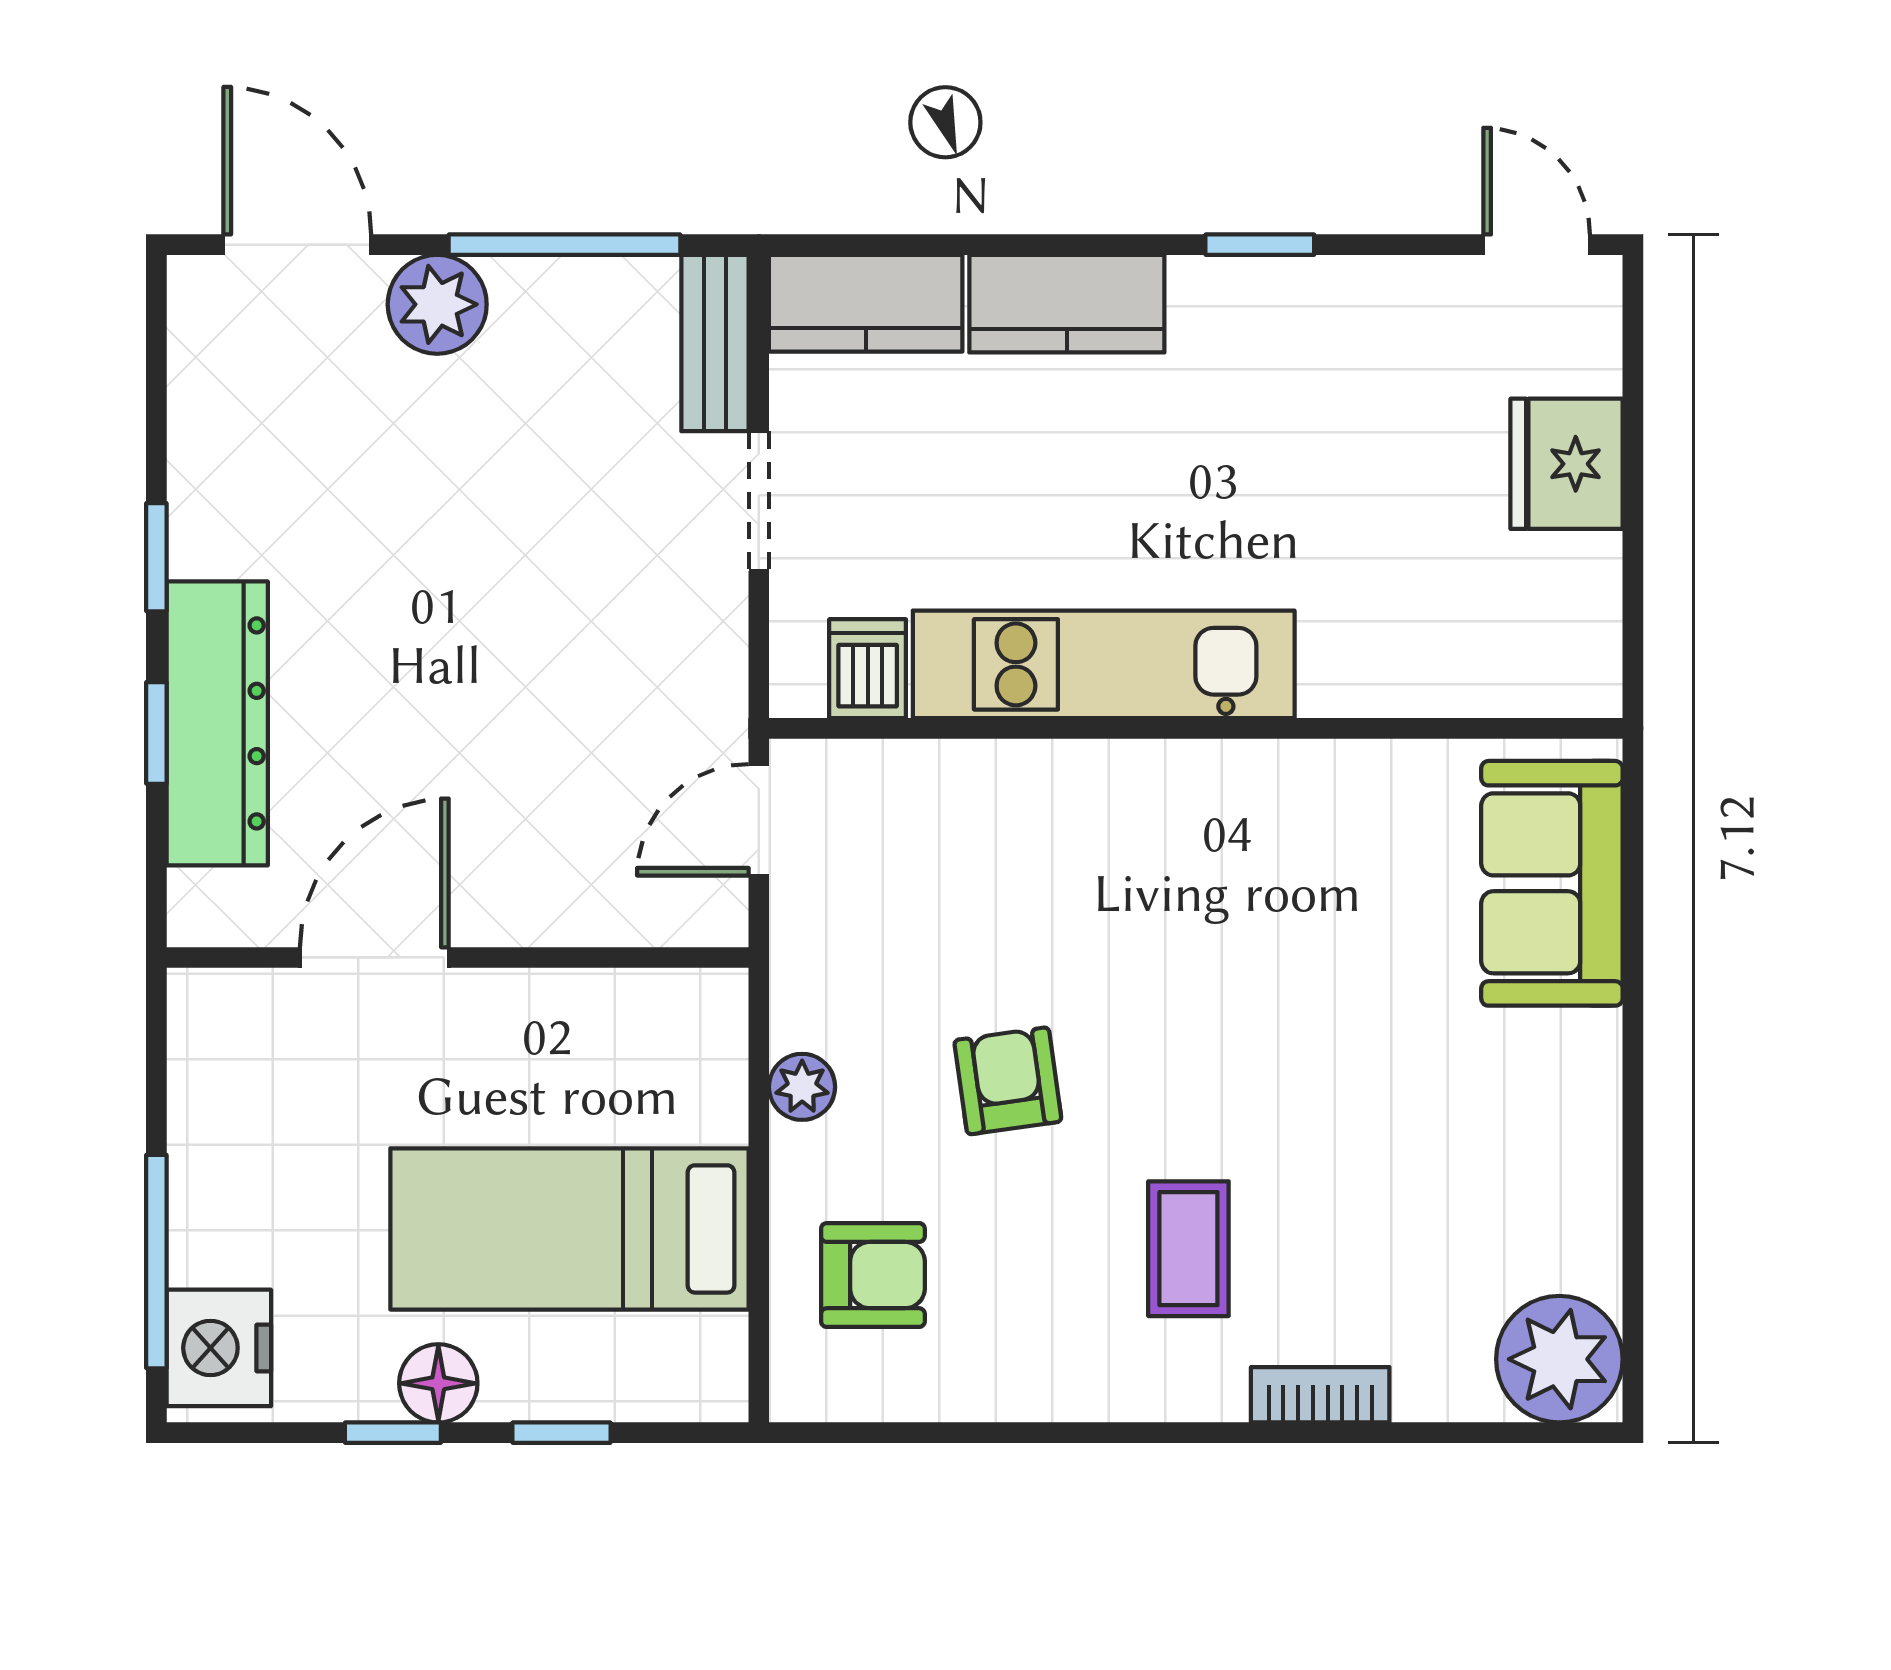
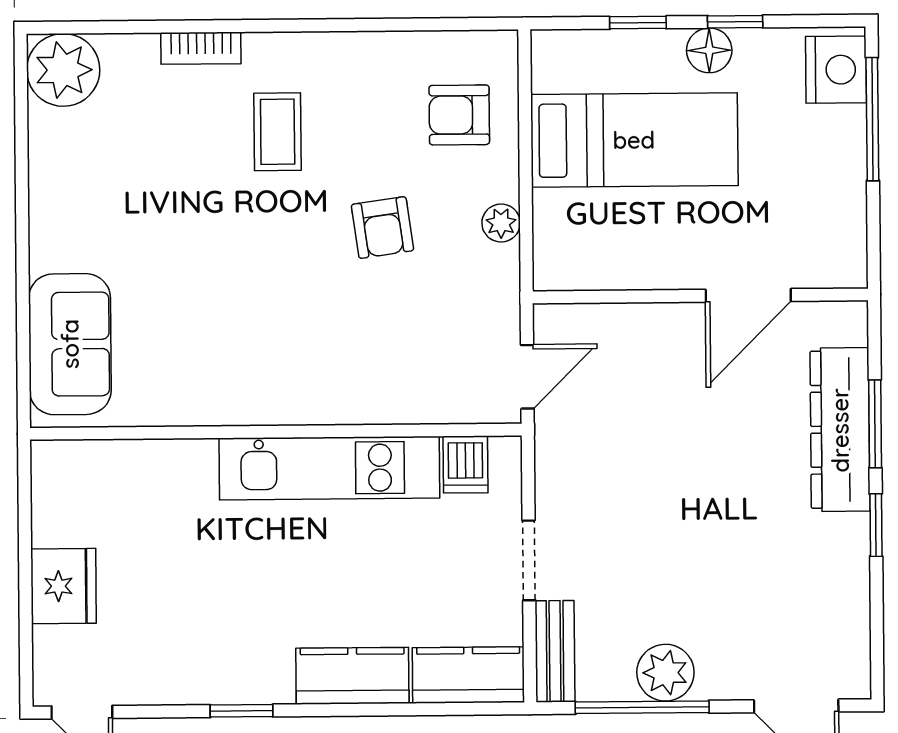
plant: (437, 304) -> (665, 673), moved
window: (156, 733) -> (875, 424), width x1.50

